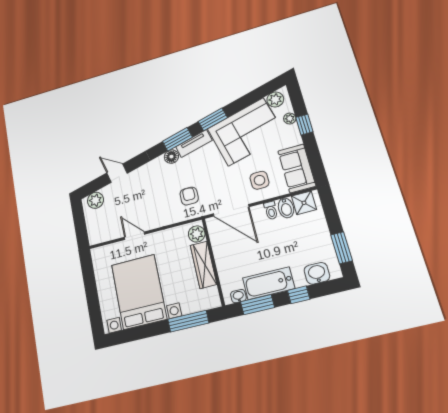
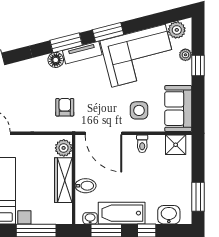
bidet: (286, 208) -> (86, 186), moved, turned -90

